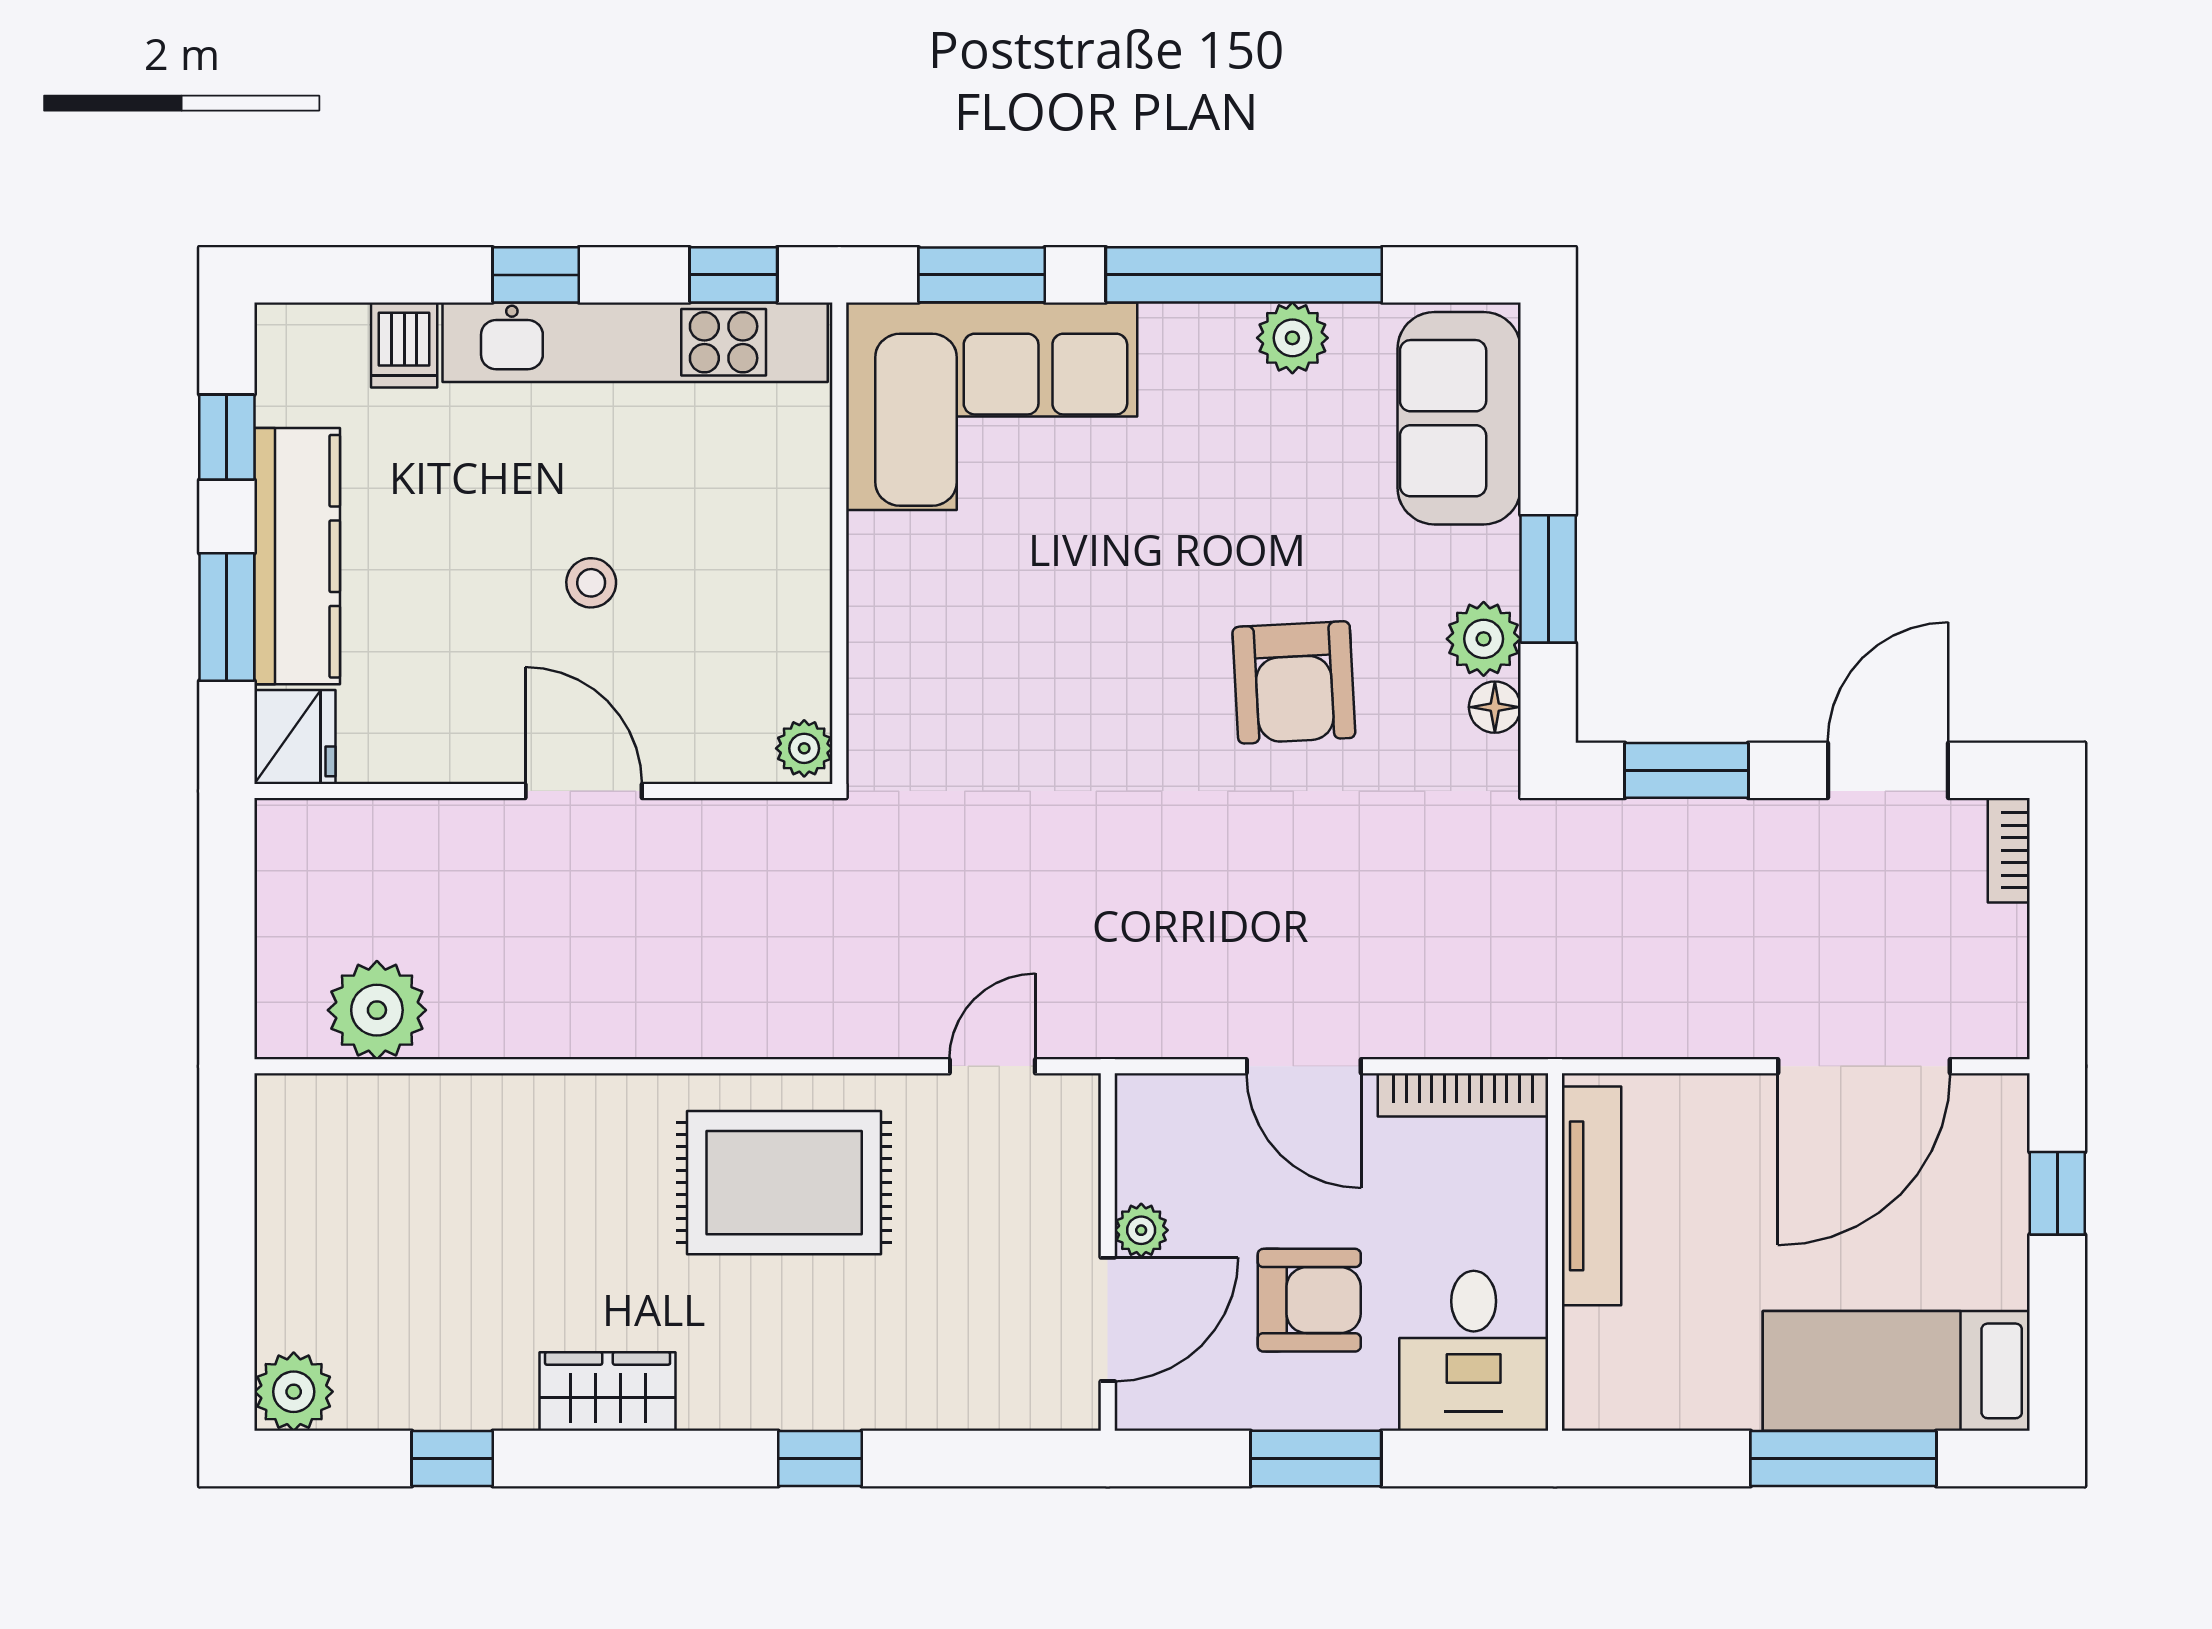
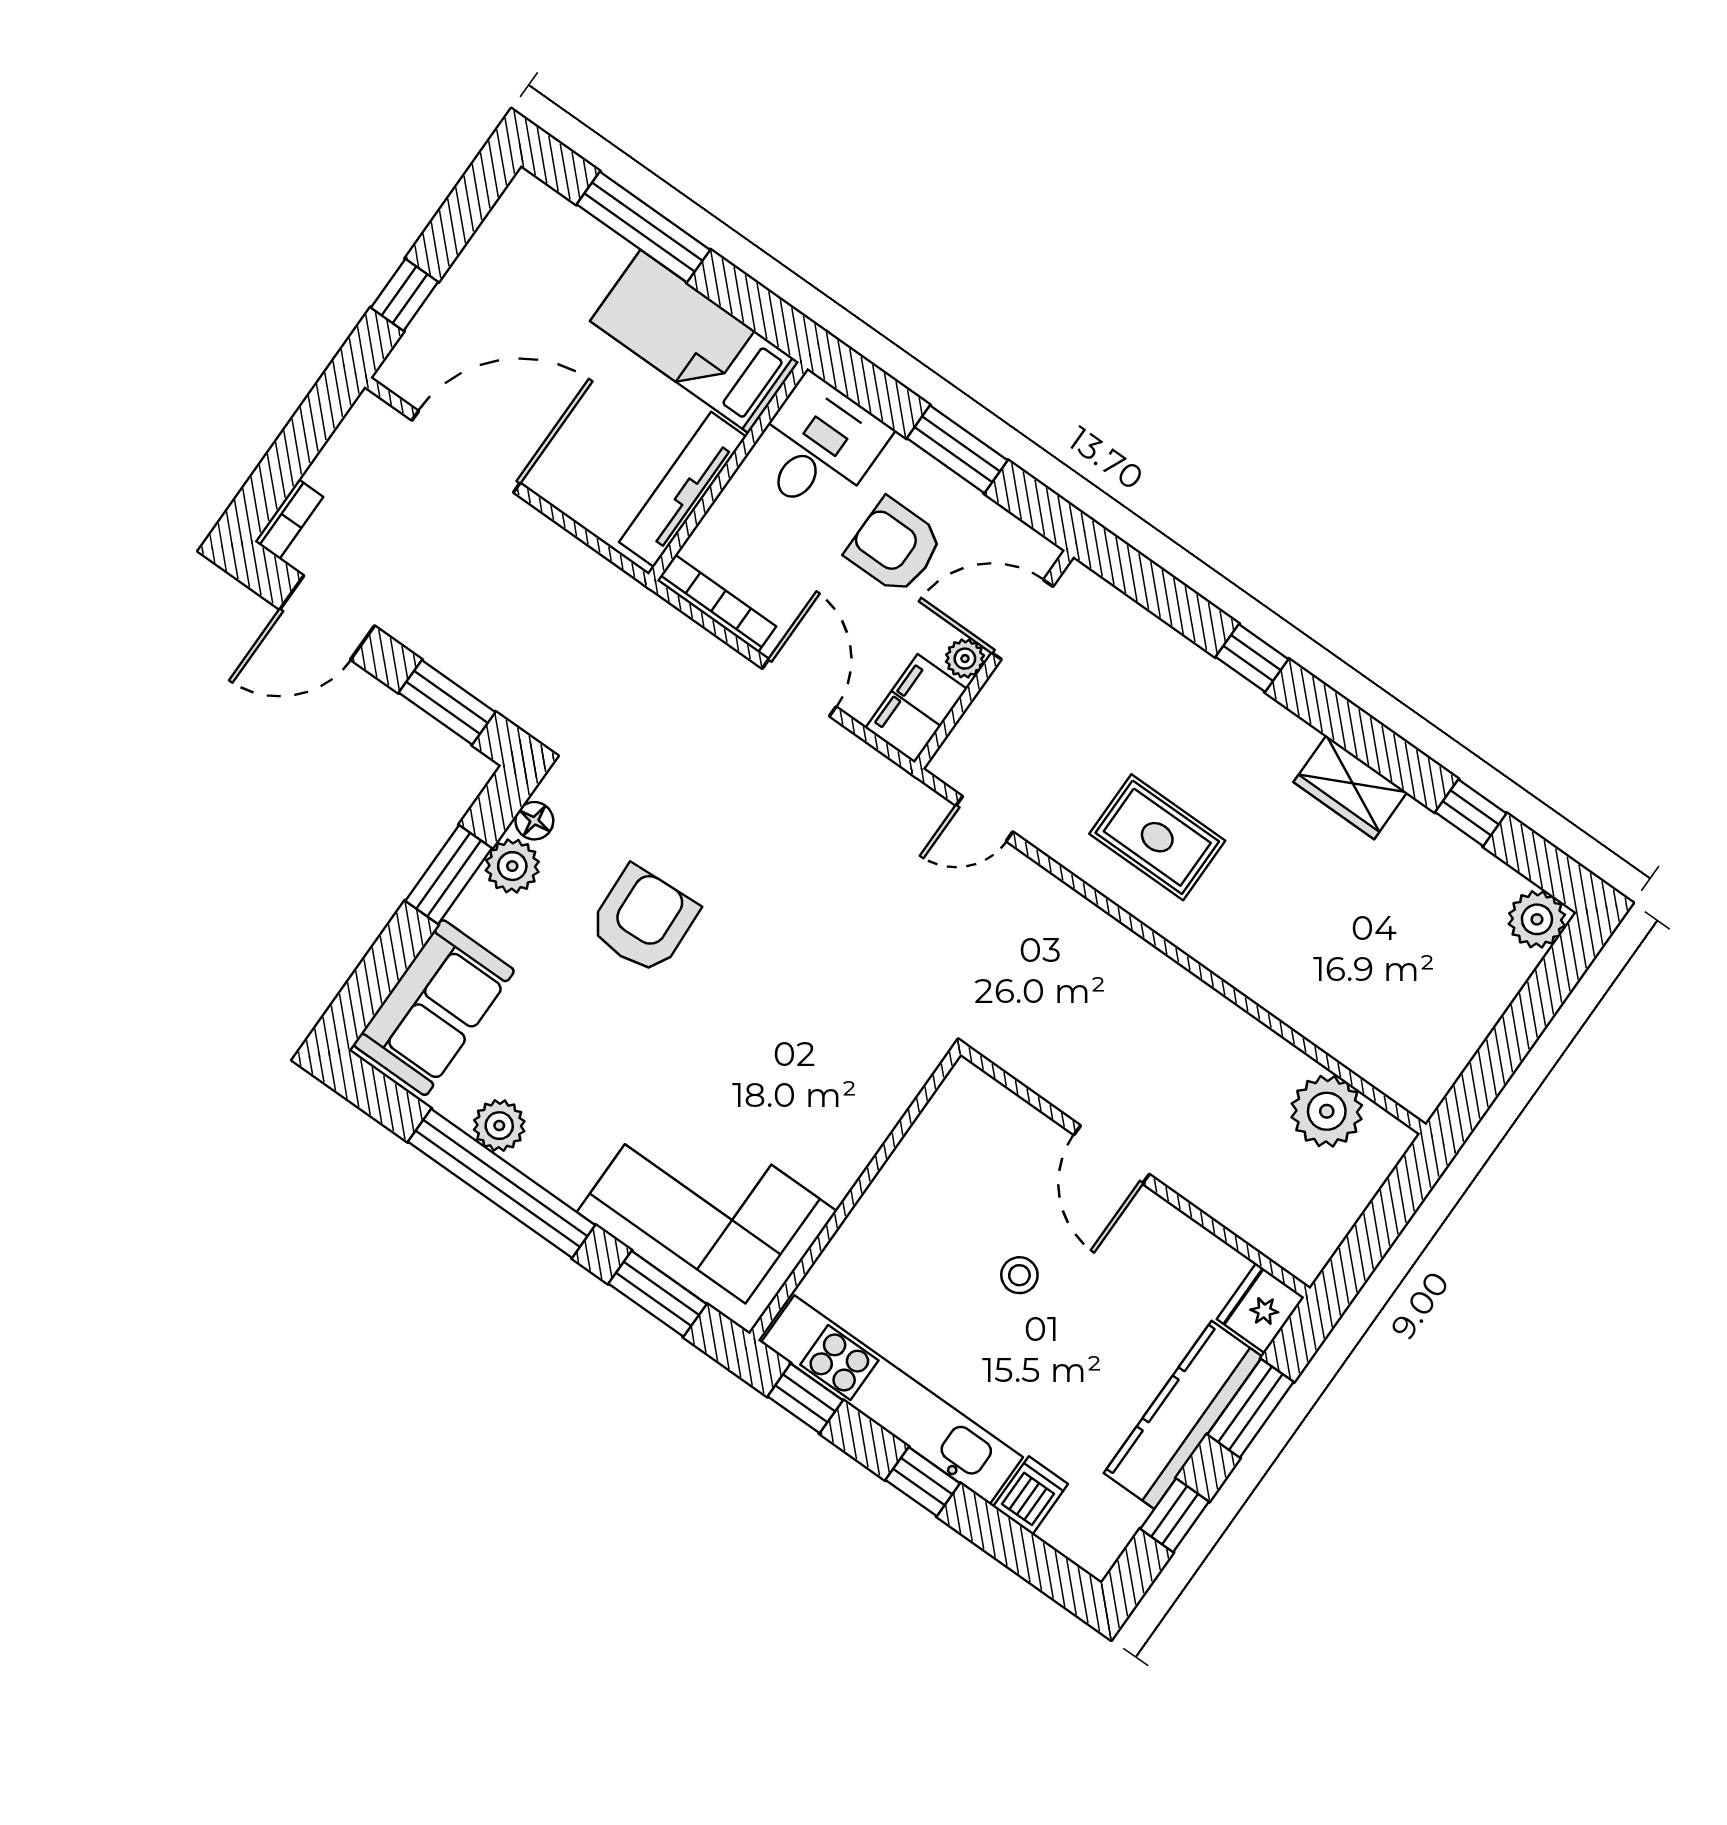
plant: (804, 748) -> (962, 1087), removed
filing cabinet: (1156, 1136) -> (916, 708), added
rug: (784, 1183) -> (1157, 837), width x0.73, depth x0.70
bed: (1896, 1371) -> (695, 342), moved, turned 180

